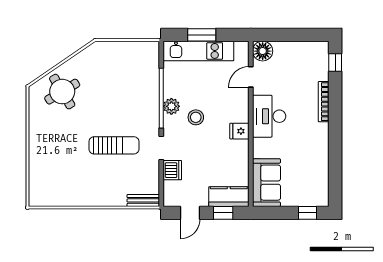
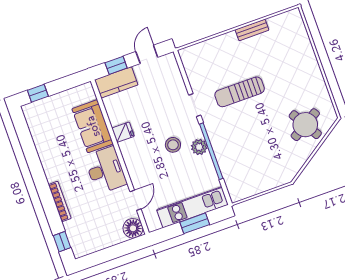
fridge: (239, 131) -> (123, 132), moved
dishwasher: (172, 170) -> (177, 88), removed
sofa: (267, 183) -> (93, 126), moved
bench: (143, 200) -> (252, 30), moved

